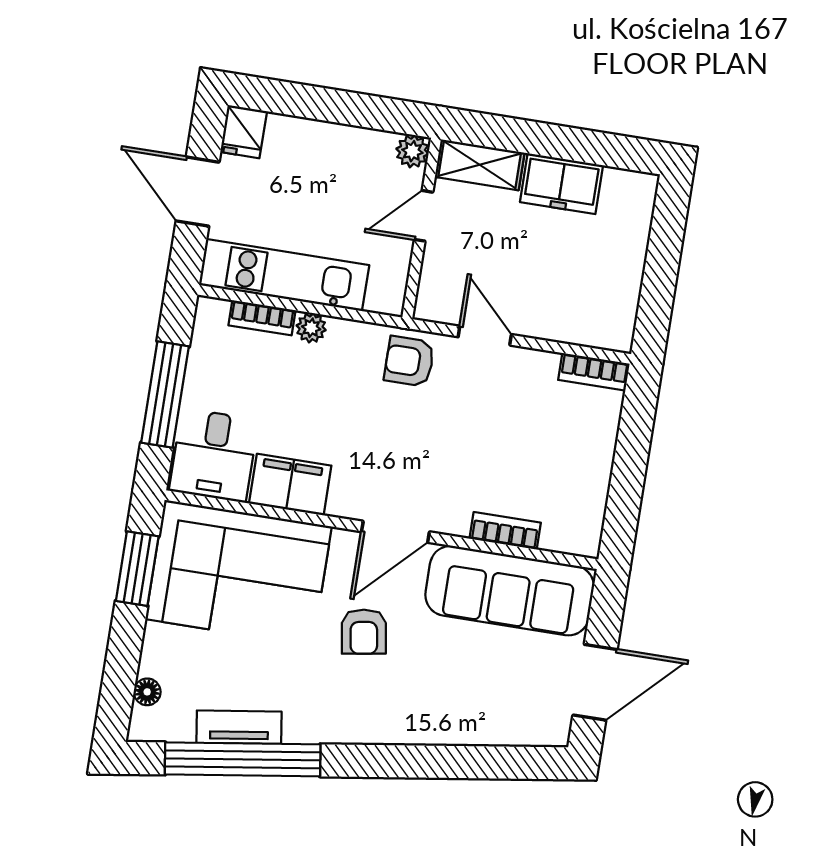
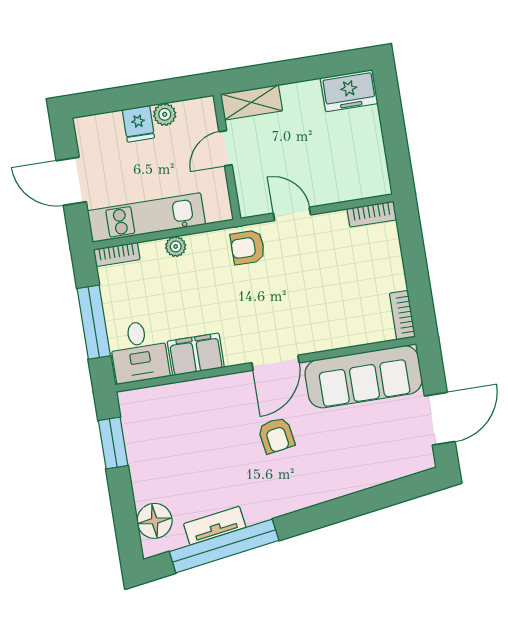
fridge: (244, 132) -> (138, 124), moved
plant: (412, 151) -> (165, 114), moved
freezer: (562, 184) -> (349, 91), moved
bookcase: (262, 318) -> (117, 254), moved
bookcase: (505, 531) -> (402, 315), moved, turned -90
corner sofa: (239, 573) -> (181, 424), removed
floor lamp: (147, 692) -> (155, 521), width x1.89, depth x1.89

